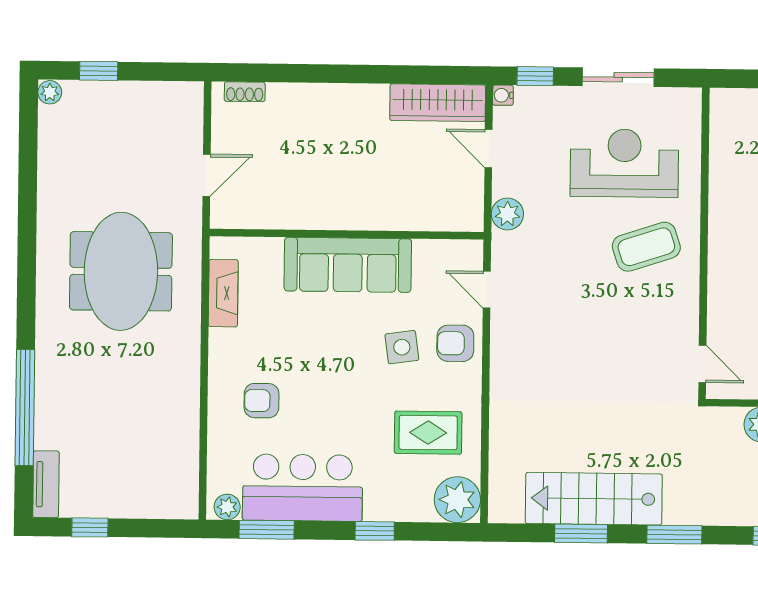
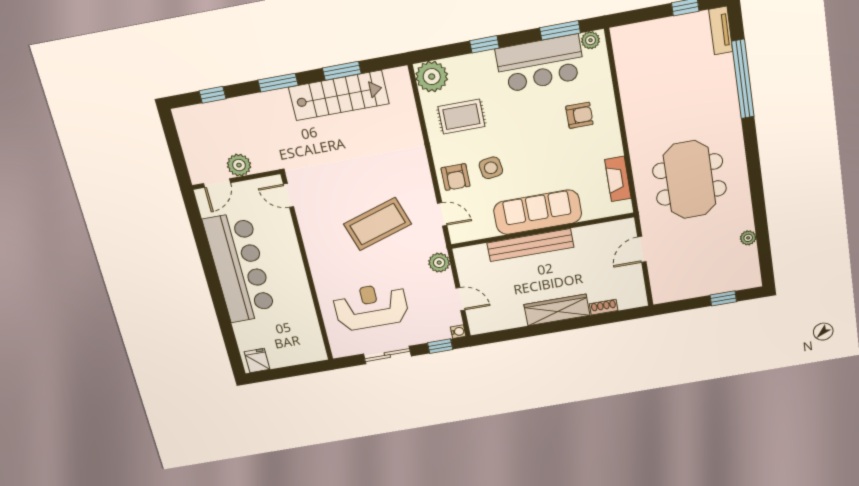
plant: (50, 92) -> (748, 238), moved
shoe rack: (245, 92) -> (604, 307), moved
wardrobe: (438, 103) -> (557, 310), moved
reception desk: (624, 163) -> (371, 307), turned 180
bench: (368, 215) -> (530, 245), added
coffee table: (646, 247) -> (378, 224), moved, width x1.36, depth x1.32
armchair: (455, 343) -> (456, 177), turned 90

